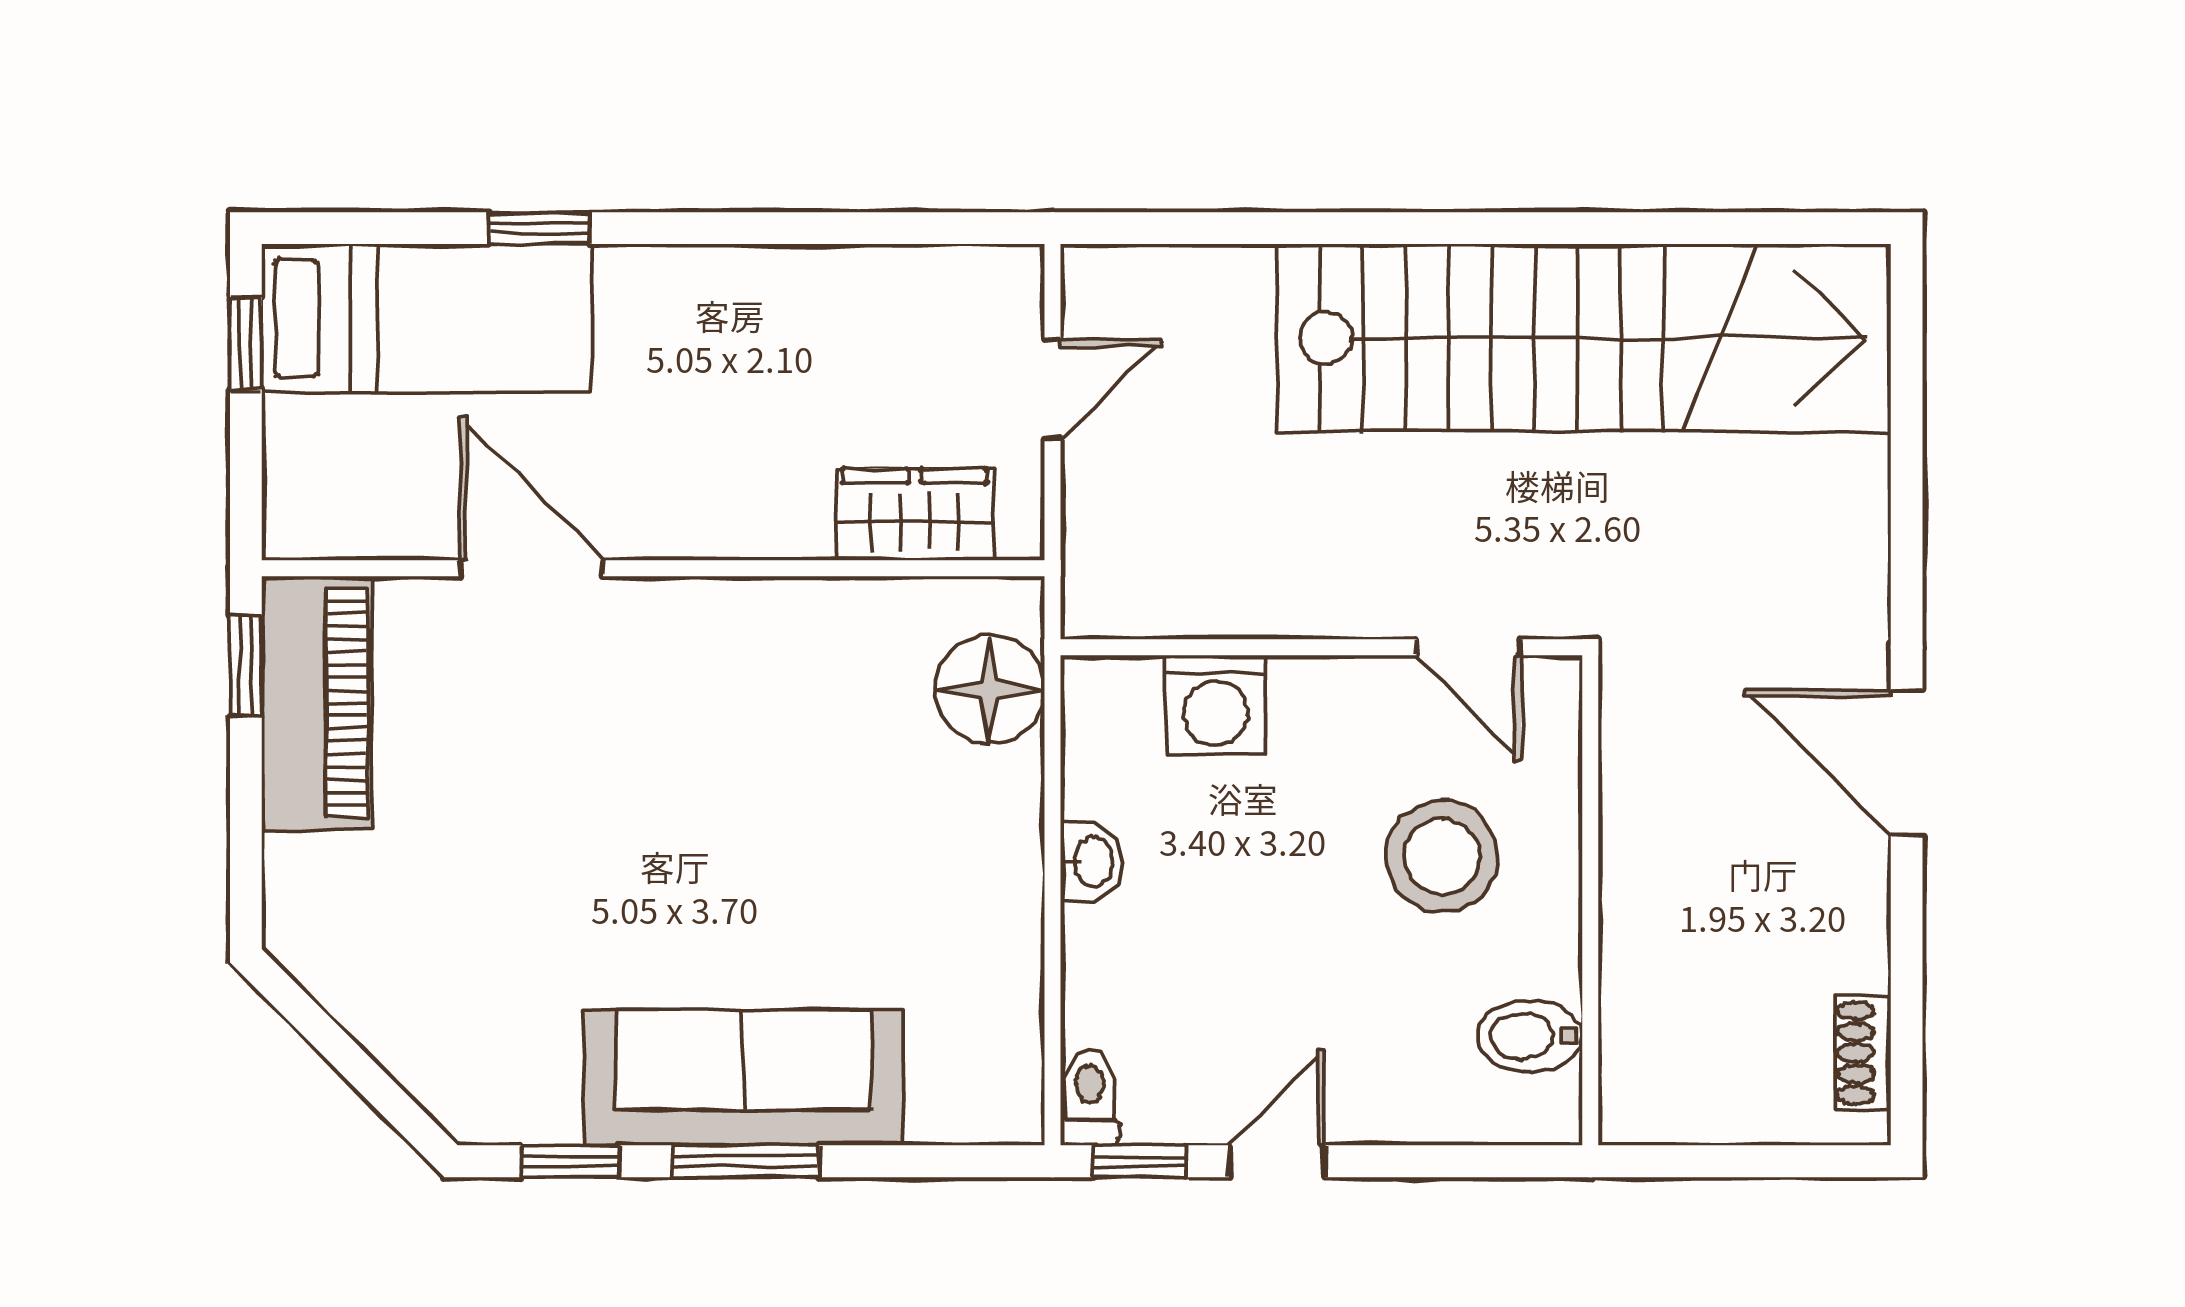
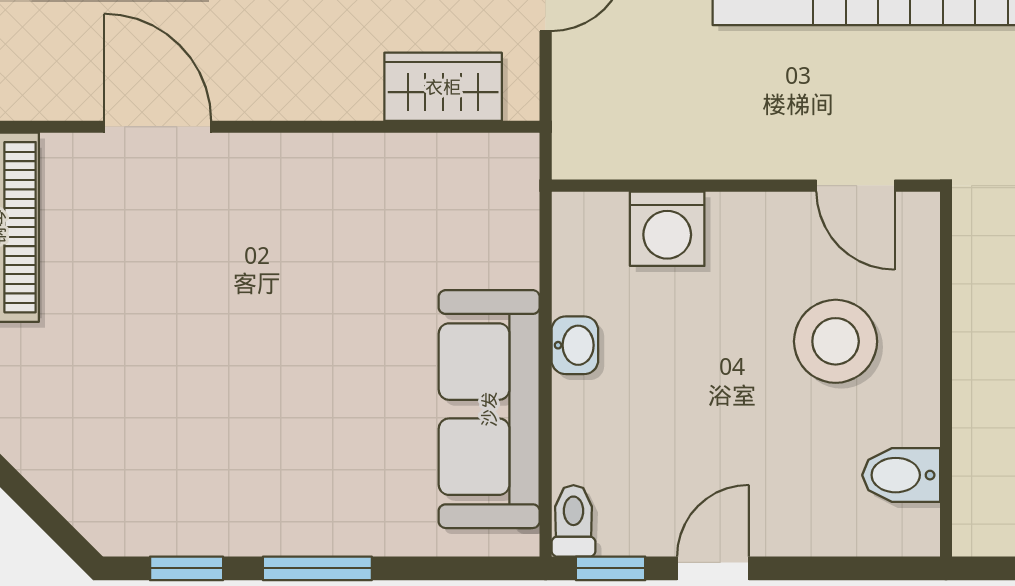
floor lamp: (990, 690) -> (499, 217), removed
sofa: (744, 1078) -> (489, 409), moved, turned -90

